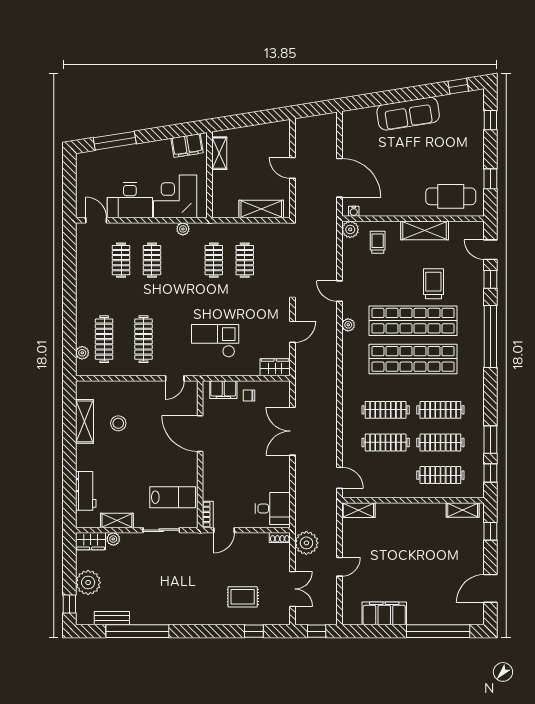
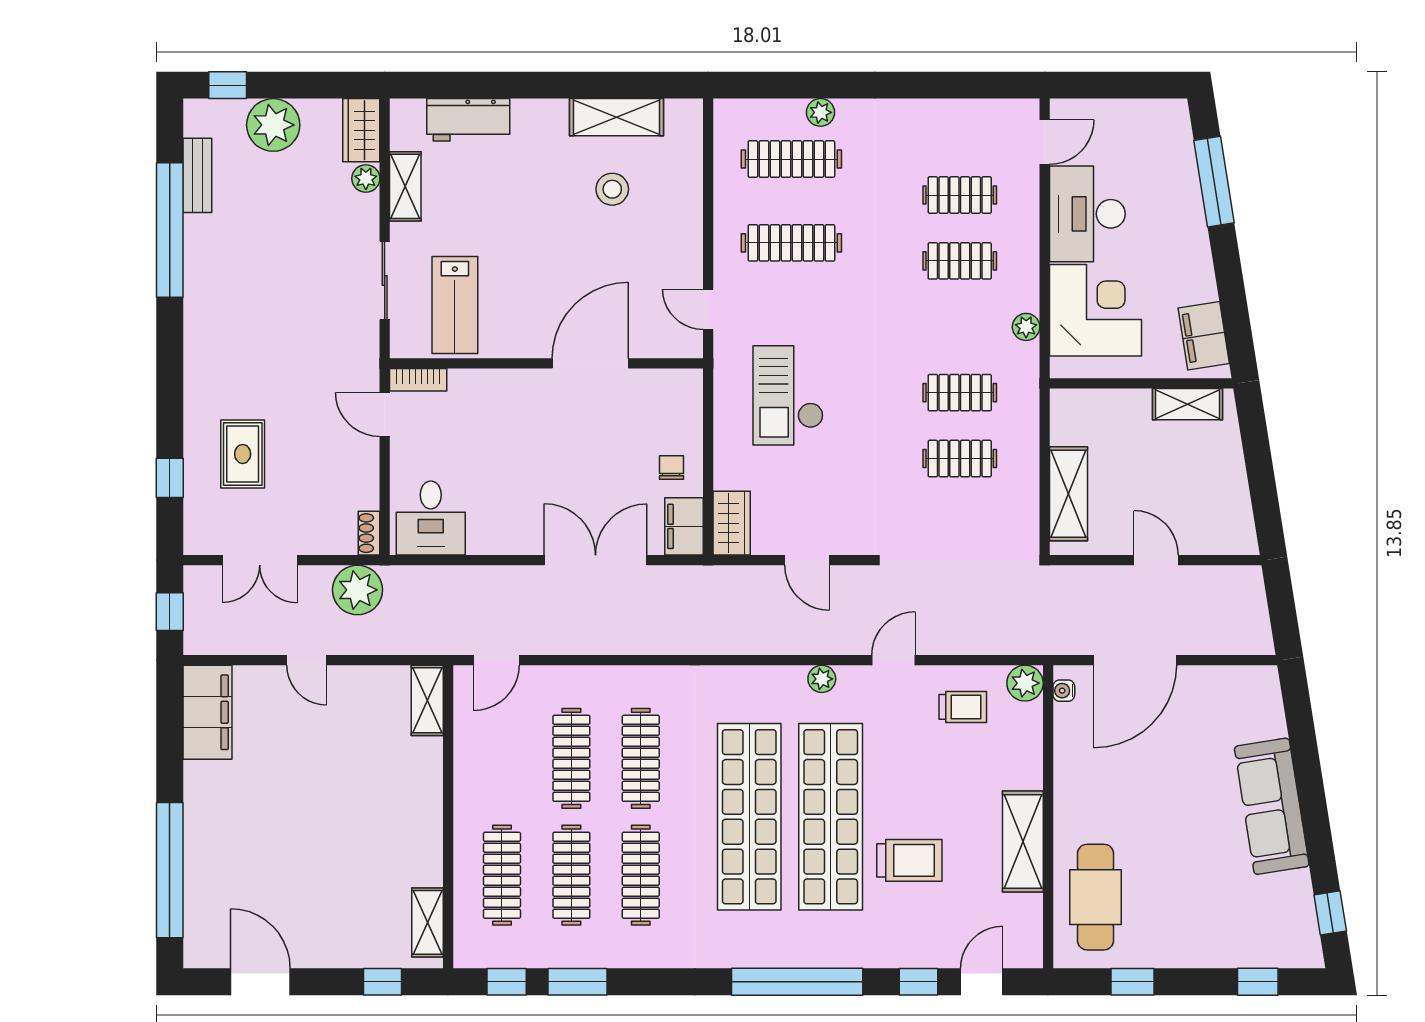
door: (292, 168) -> (1156, 560), hinge flipped
trolley: (378, 242) -> (963, 707), moved
checkout: (215, 341) -> (788, 395), turned 180
plant: (82, 353) -> (820, 112), moved
filing cabinet: (223, 390) -> (684, 526), moved
filing cabinet: (384, 613) -> (208, 712), moved

